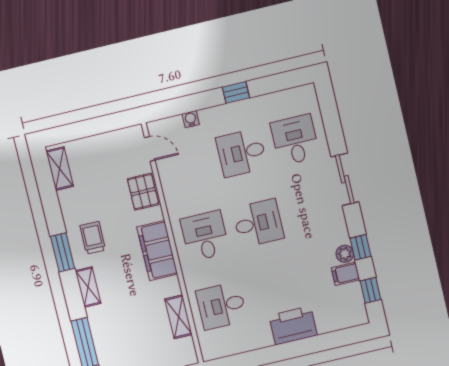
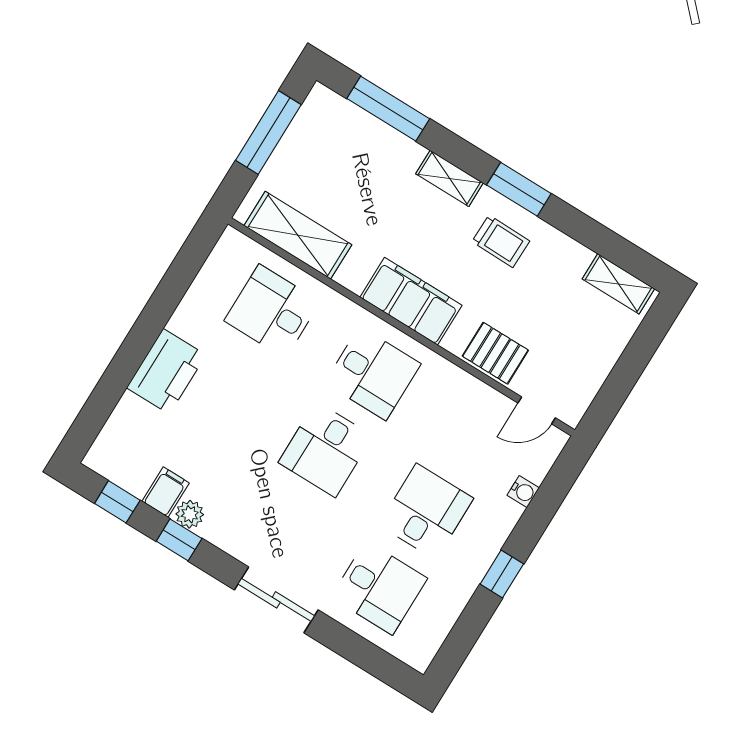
desk: (222, 306) -> (272, 311), turned -90
shelving: (178, 317) -> (298, 235), width x1.50, depth x1.33

